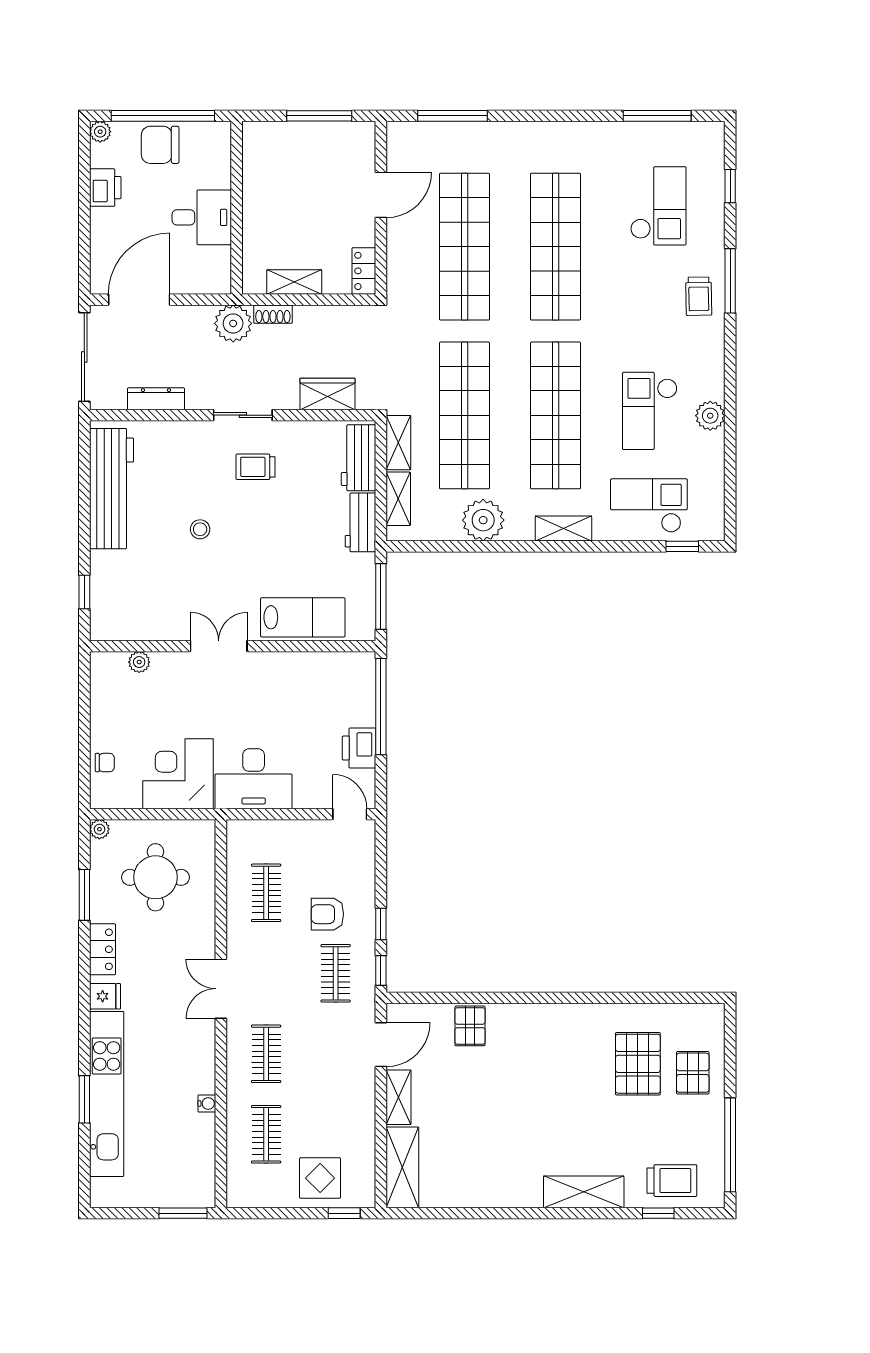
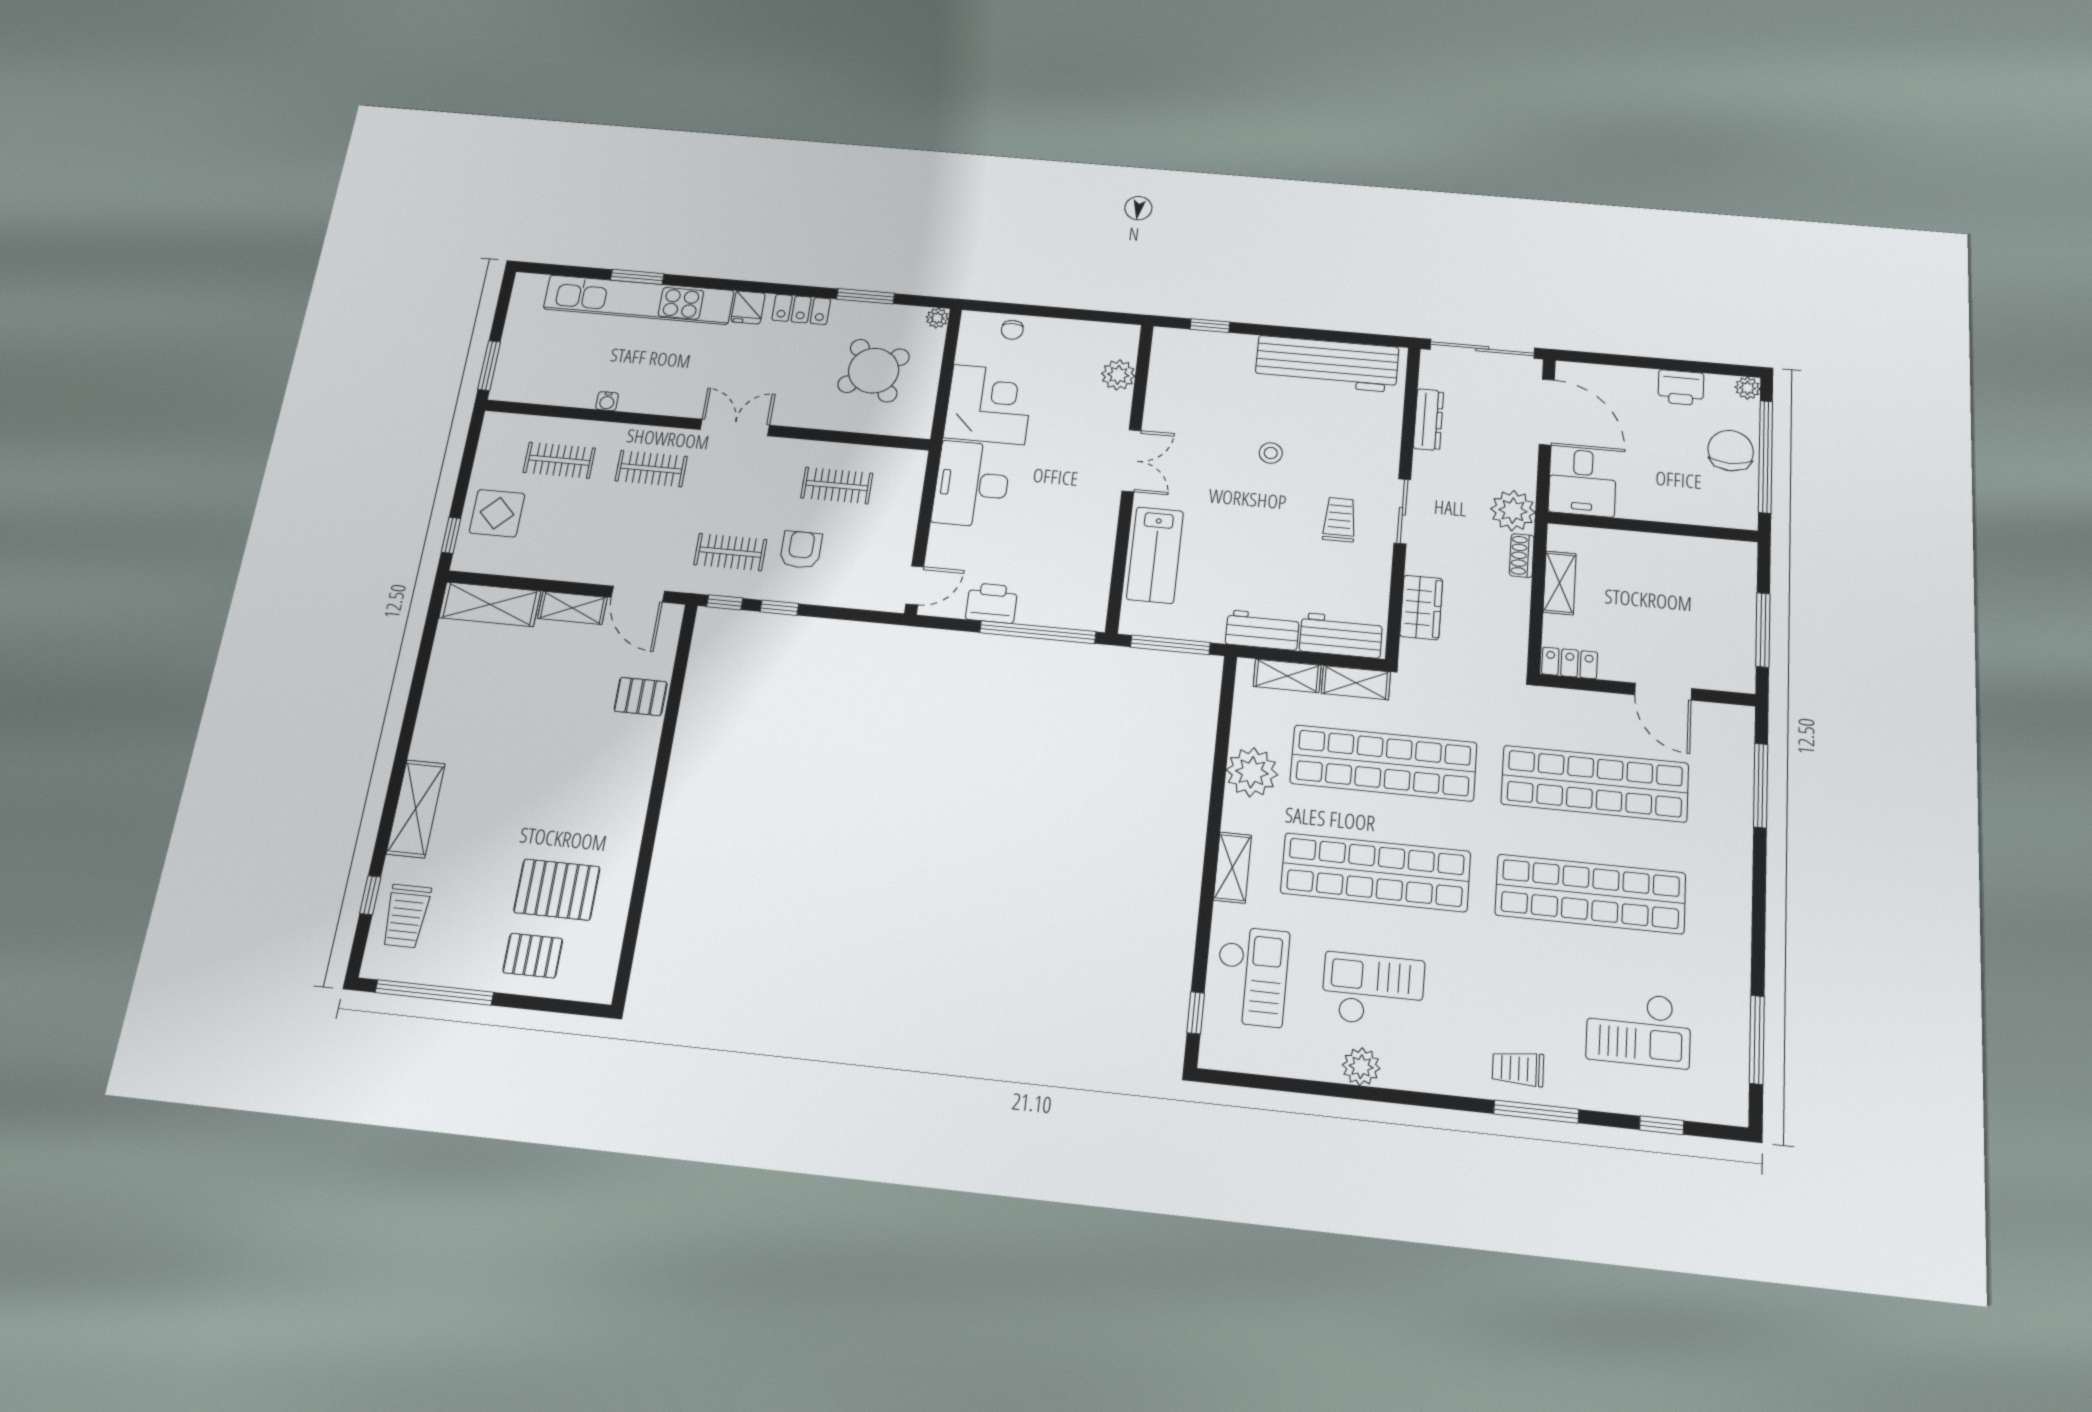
desk: (202, 217) -> (1582, 483), moved
plant: (139, 662) -> (1118, 375), width x1.38, depth x1.38
round table: (155, 877) -> (874, 371), turned -36

